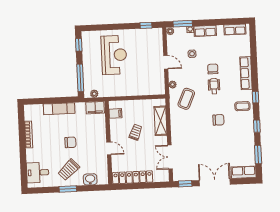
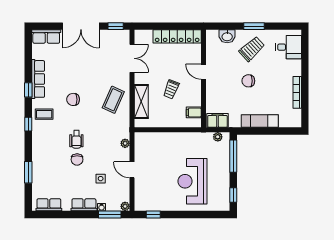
row of seats: (246, 73) -> (38, 79), moved
coffee table: (186, 99) -> (113, 100), moved
window: (258, 154) -> (28, 172), moved

